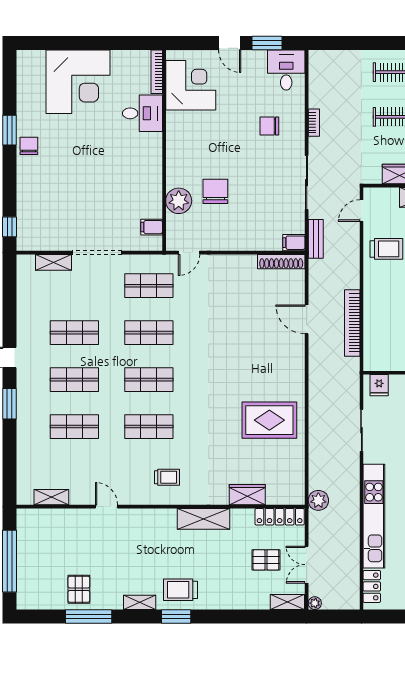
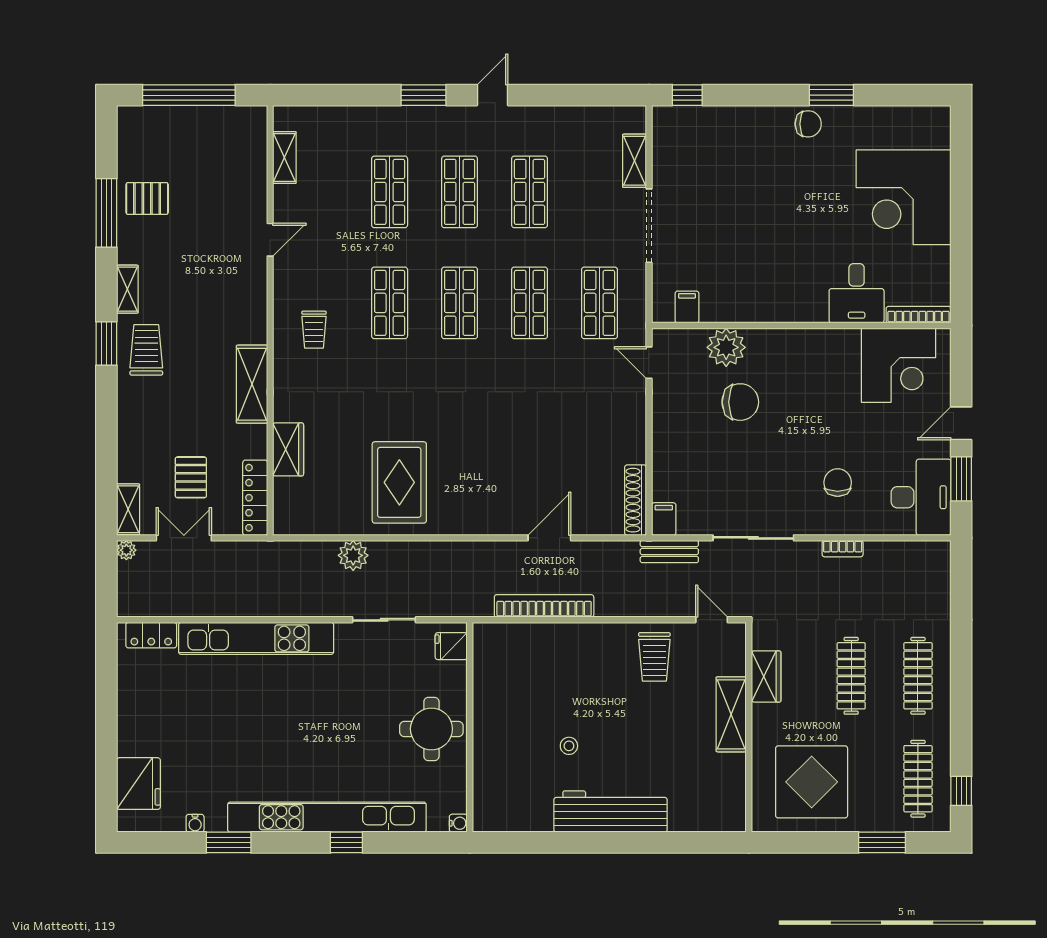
desk: (286, 70) -> (921, 497), width x1.37
plant: (318, 500) -> (353, 555), moved

